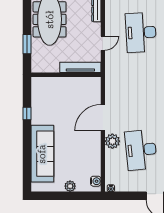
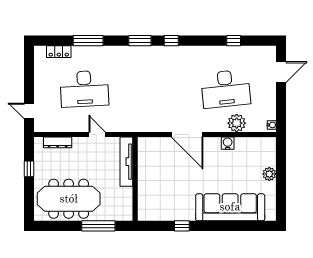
window: (27, 44) -> (98, 226), width x1.44
plant: (112, 141) -> (237, 123), moved
water cooler: (96, 181) -> (228, 143), moved

